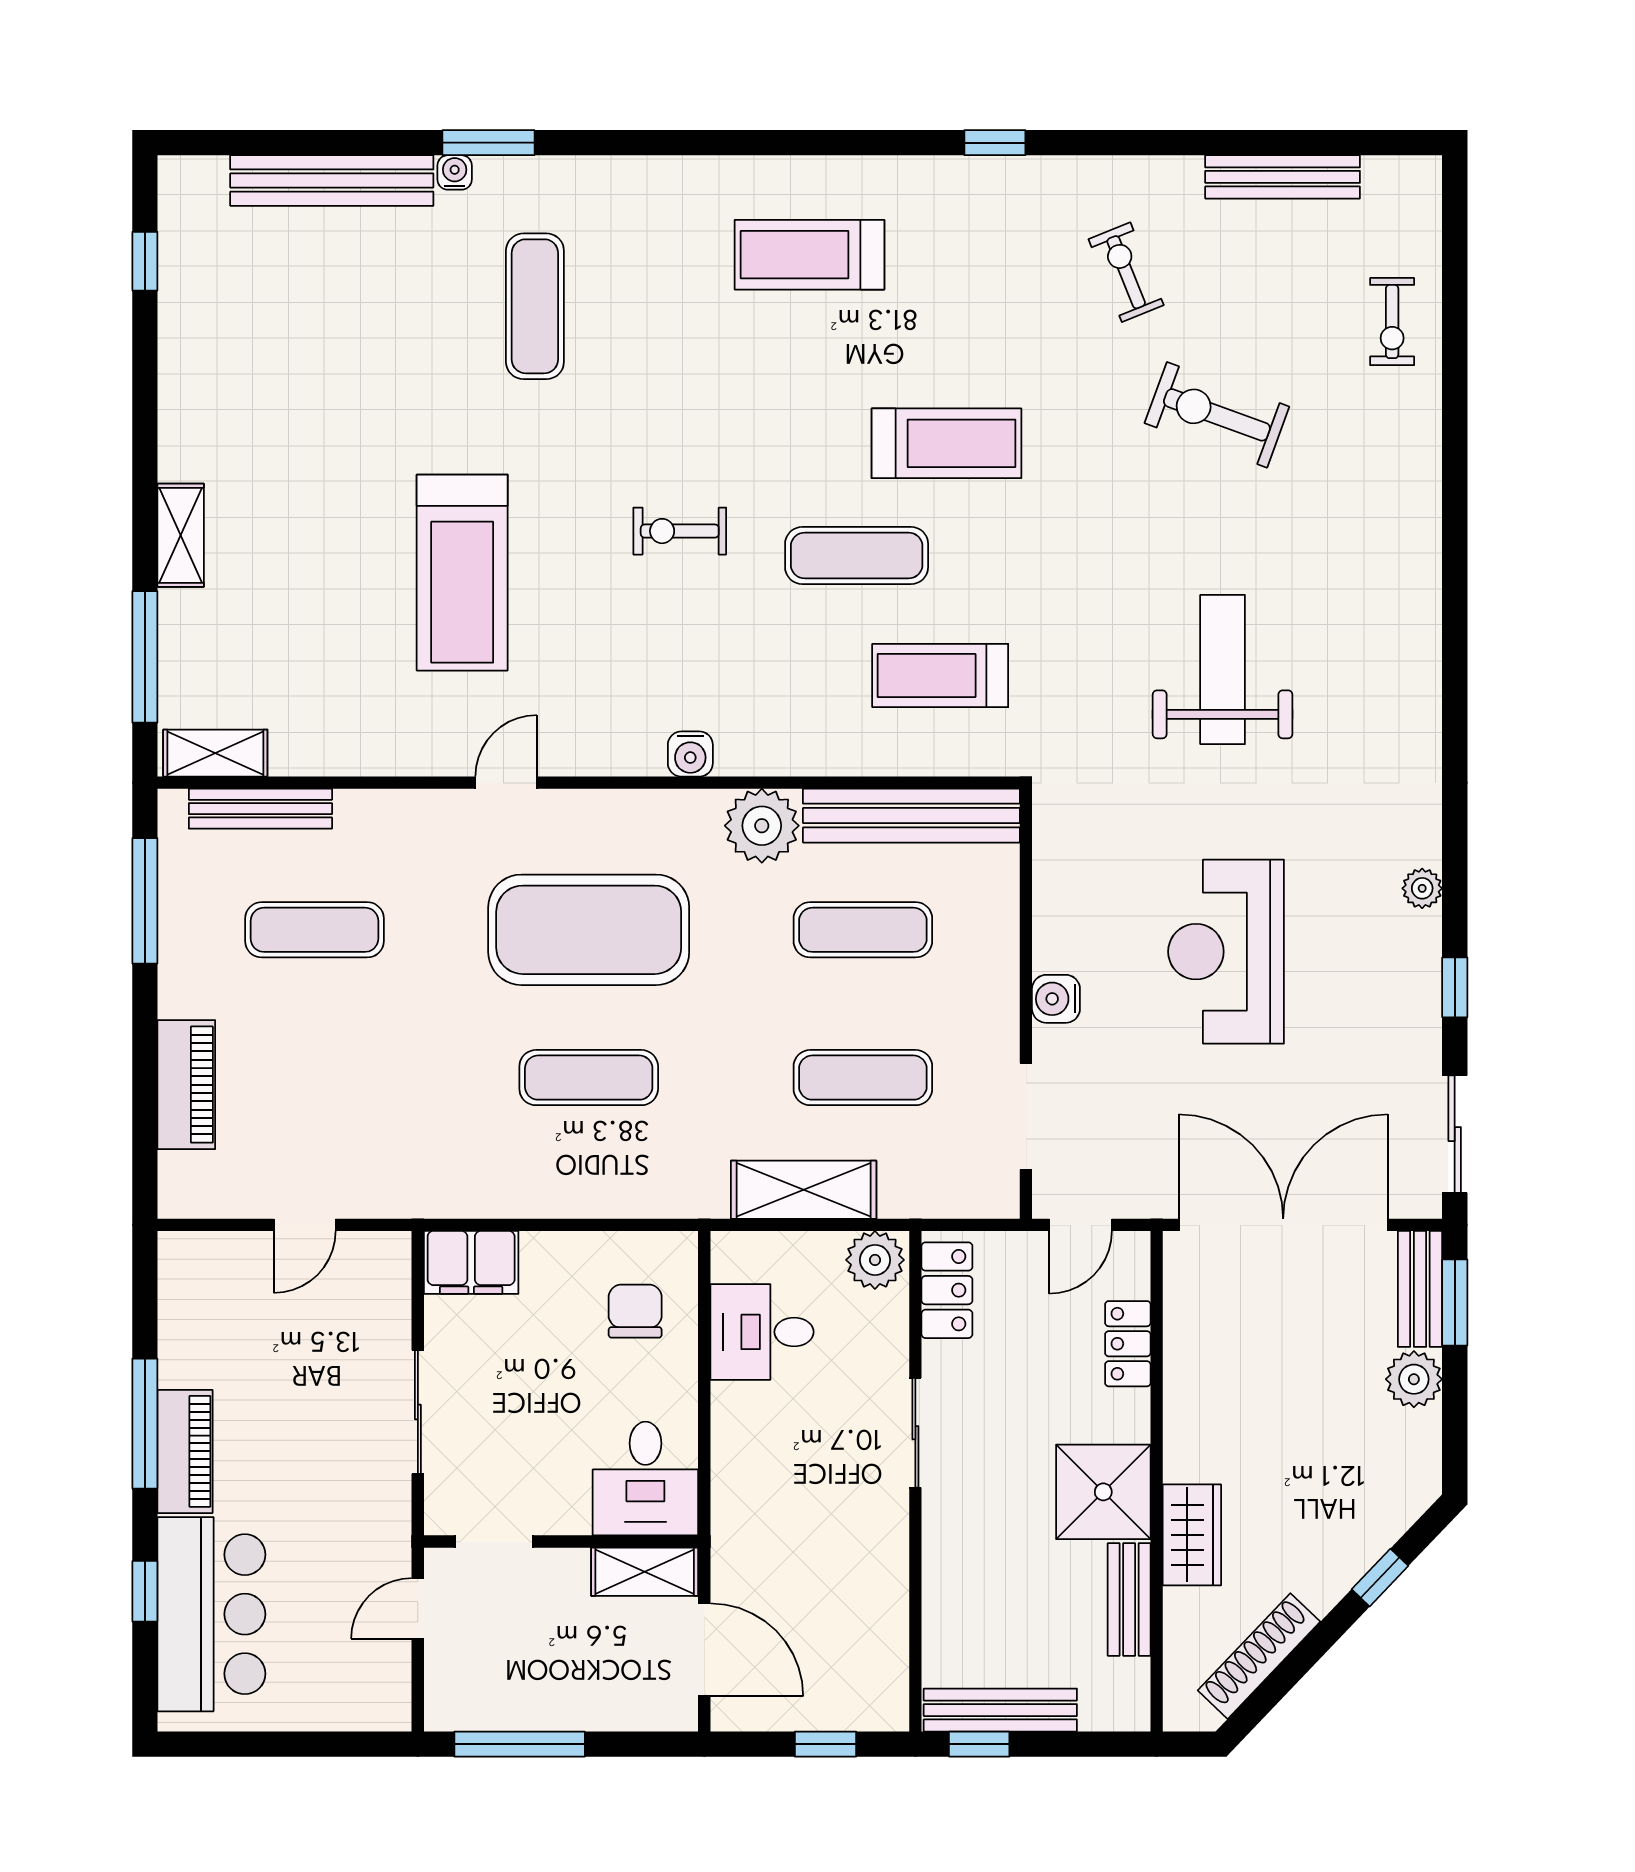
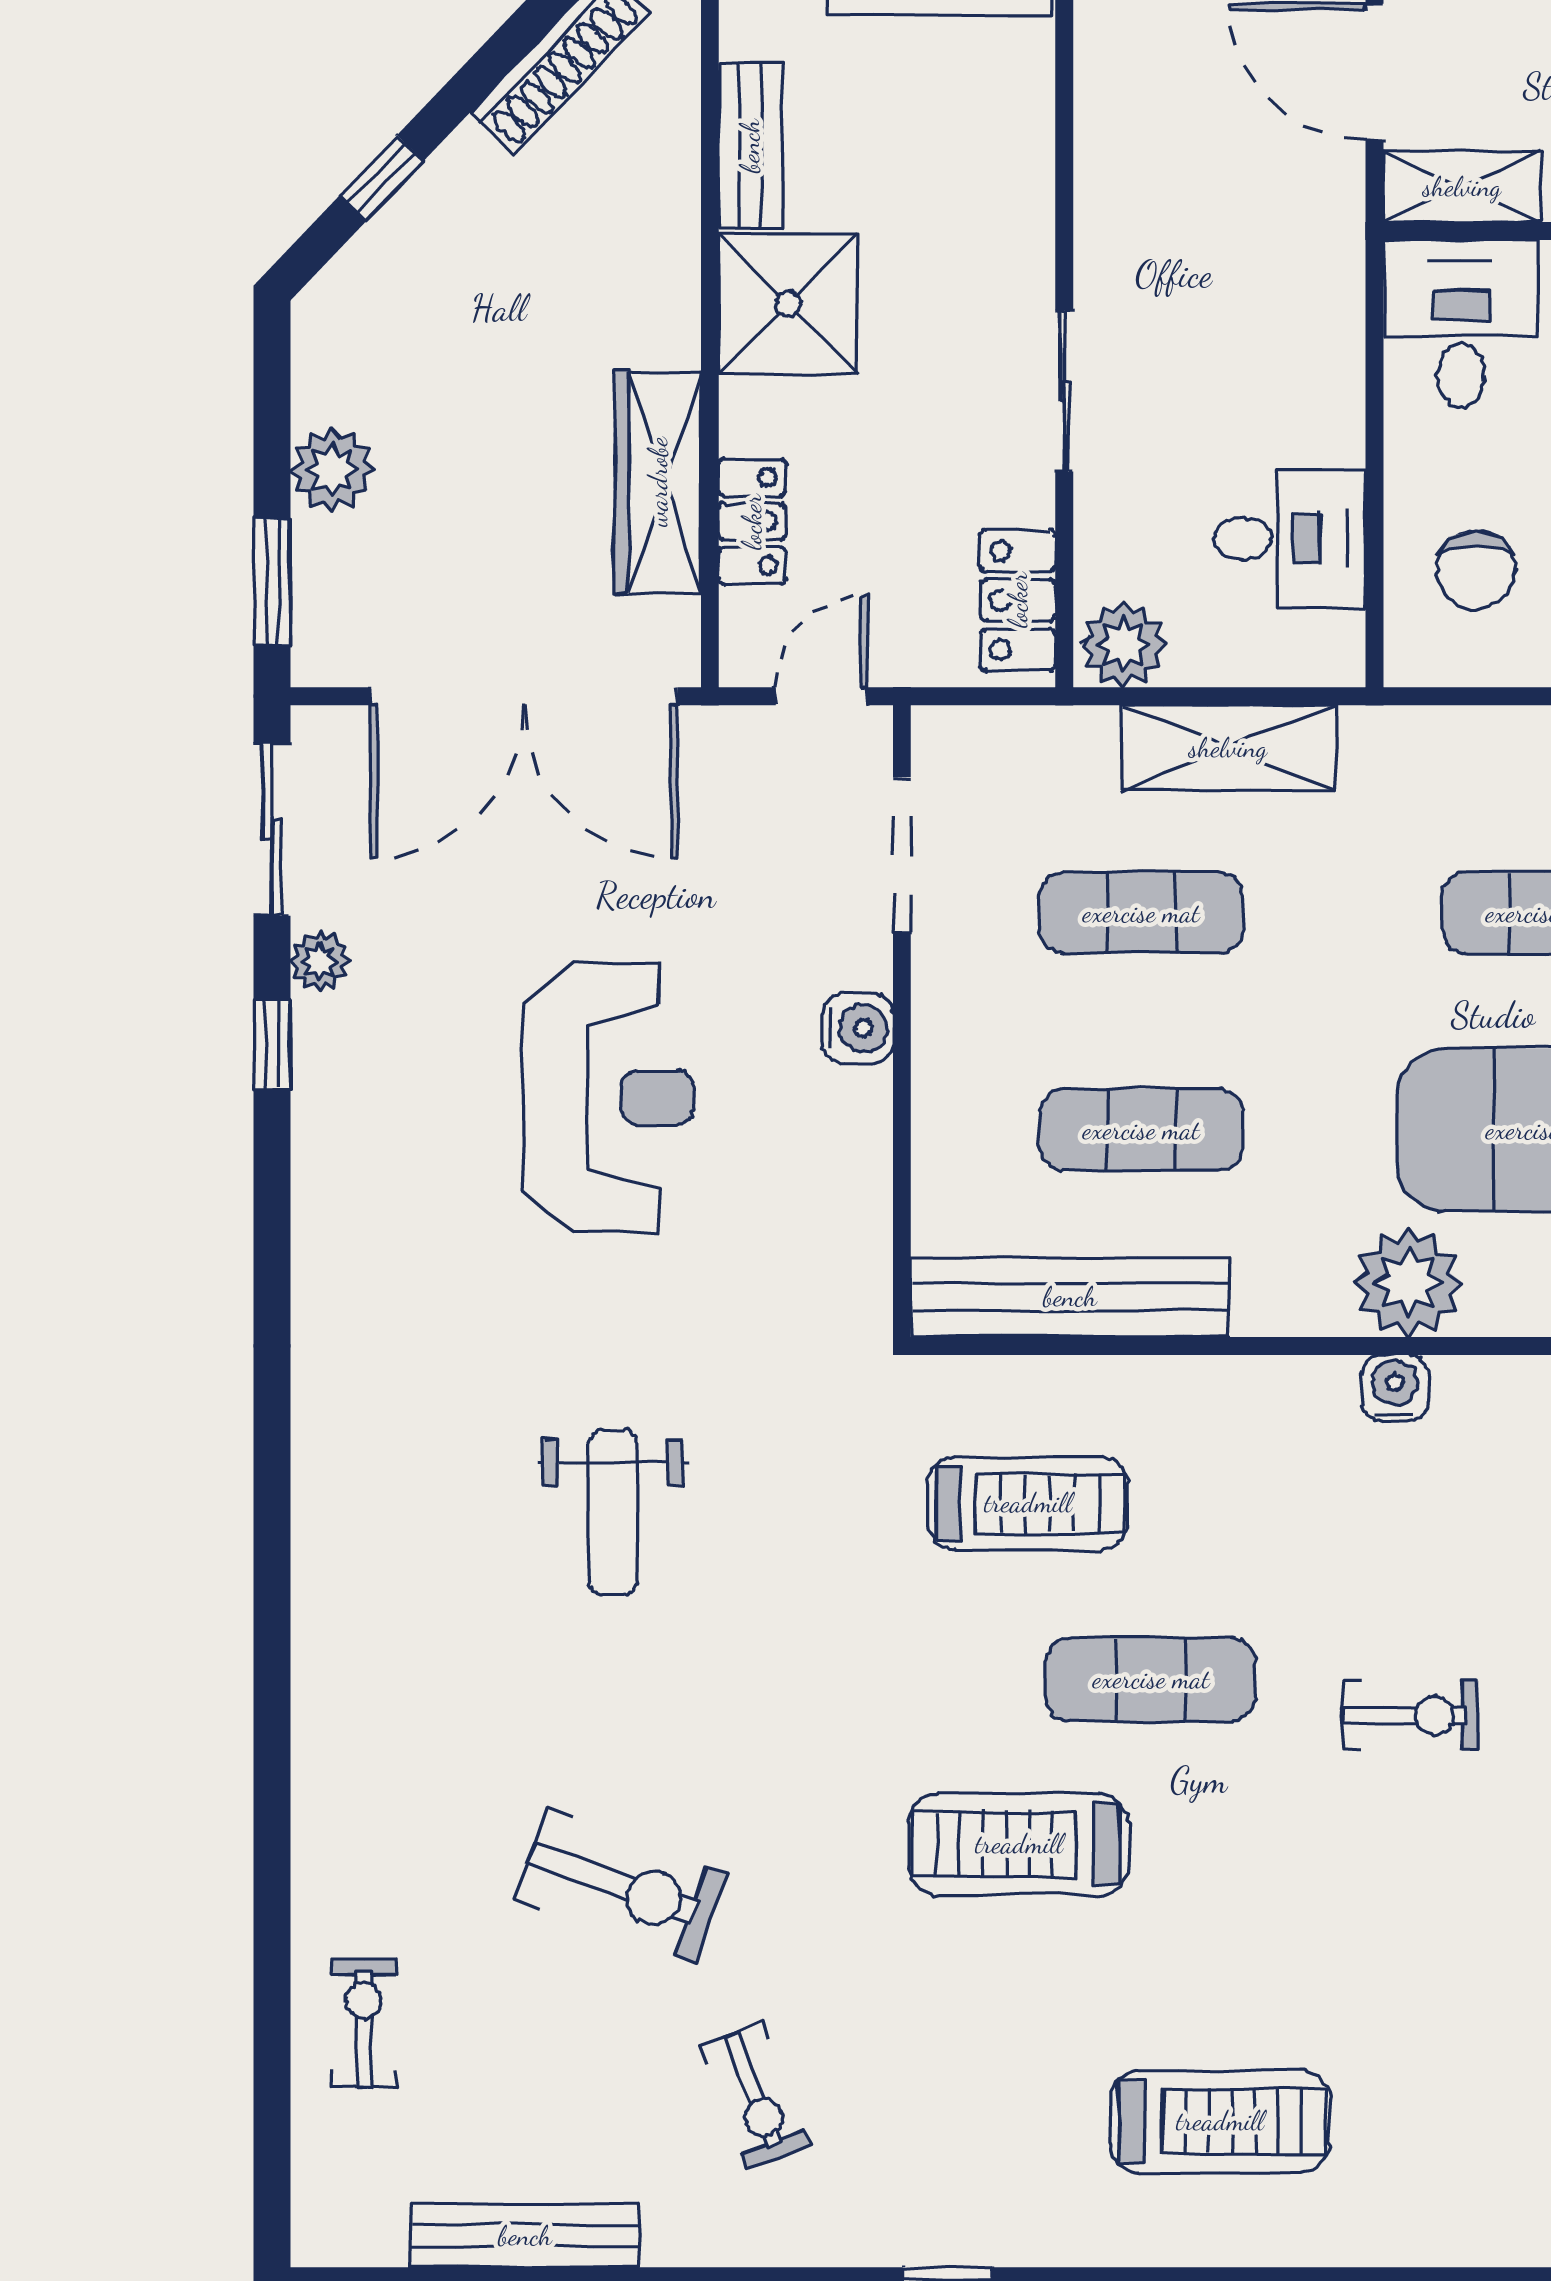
weight bench: (1223, 670) -> (613, 1512), width x0.73, depth x0.75
plant: (762, 826) -> (1408, 1283), moved
plant: (1422, 888) -> (320, 961), moved
bench: (1420, 1289) -> (323, 602), removed
wardrobe: (1192, 1535) -> (658, 482), moved, width x1.50

